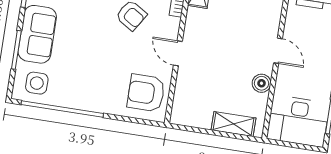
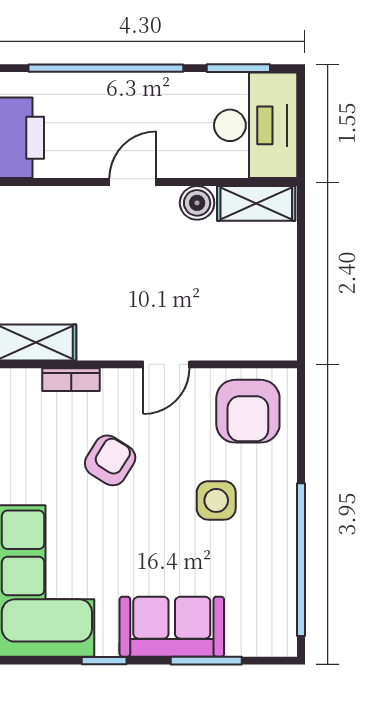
side table: (37, 83) -> (216, 500), moved
shelving: (233, 124) -> (256, 203), moved, turned 90

